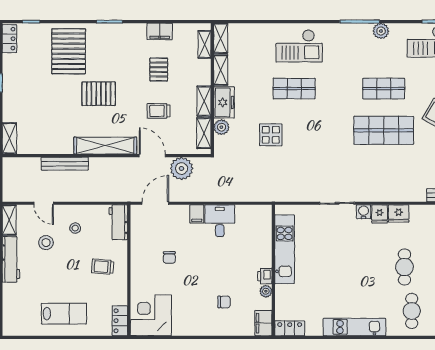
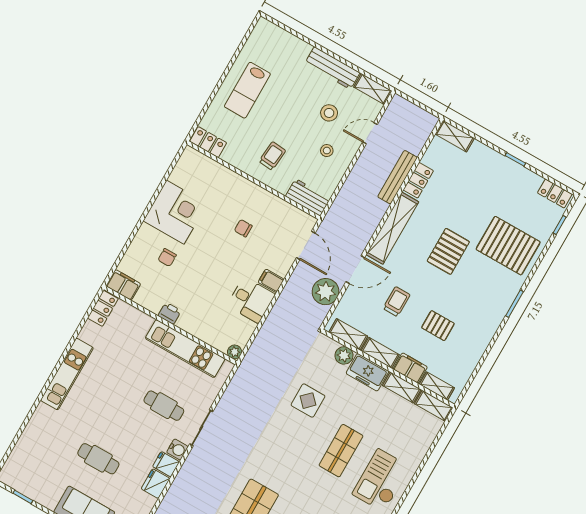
filing cabinet: (160, 31) -> (410, 368), moved, turned 90
locker: (58, 147) -> (418, 180), added
plant: (266, 291) -> (235, 352), moved
cafe table: (412, 311) -> (164, 406), moved
corner desk: (151, 315) -> (175, 212), moved

